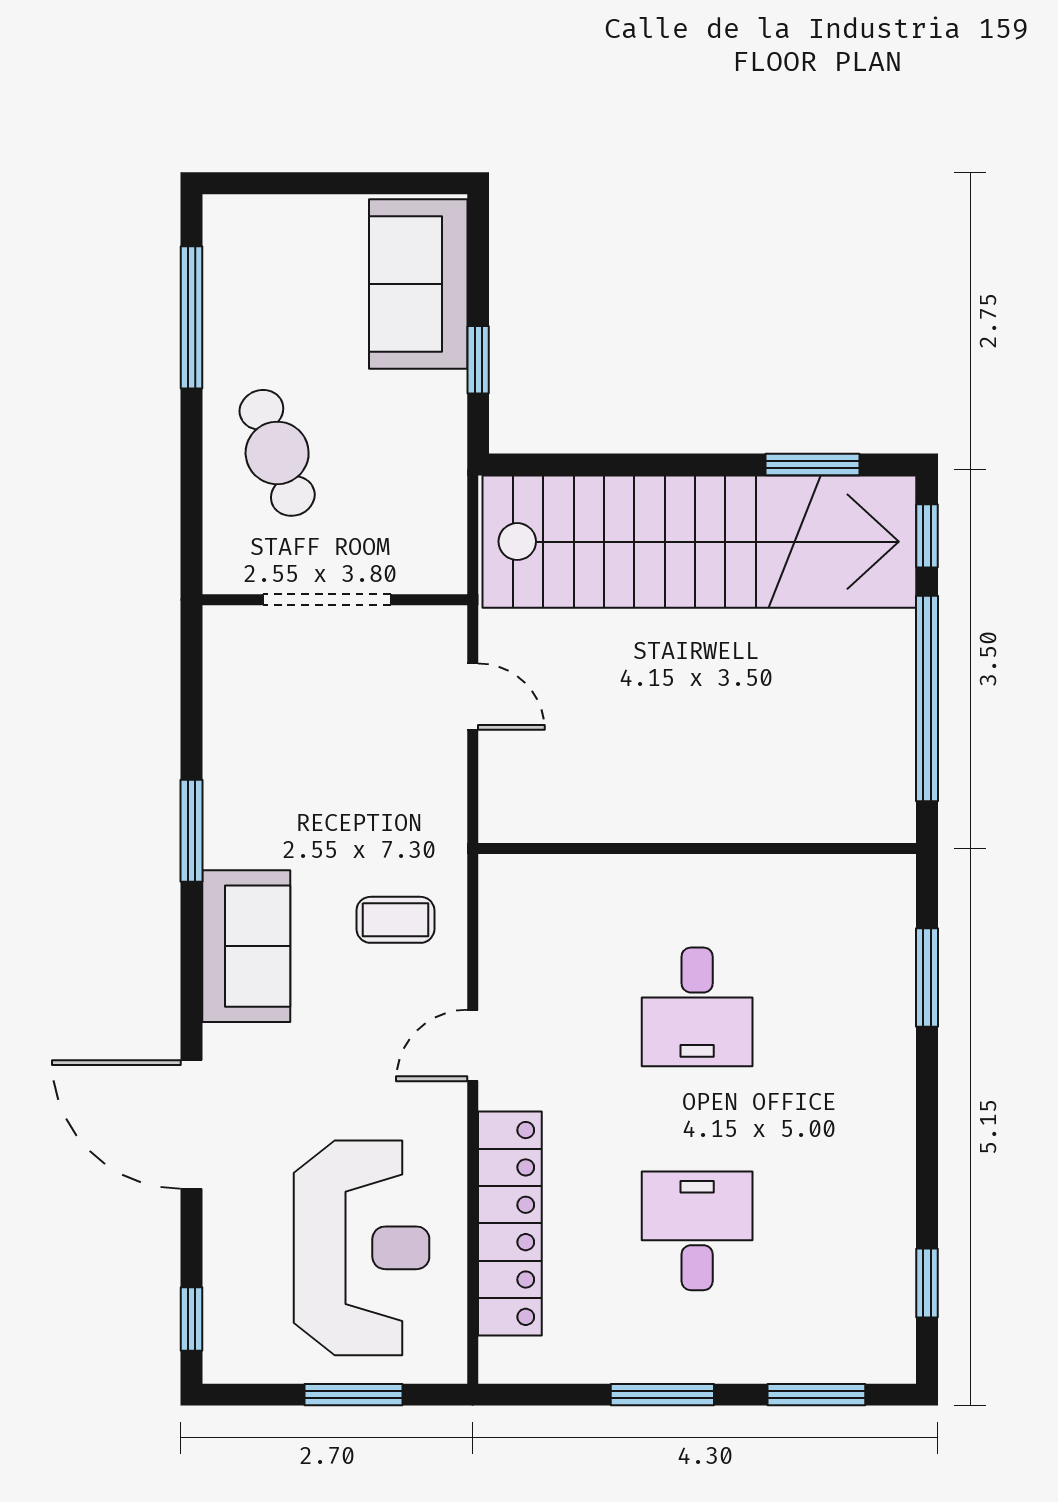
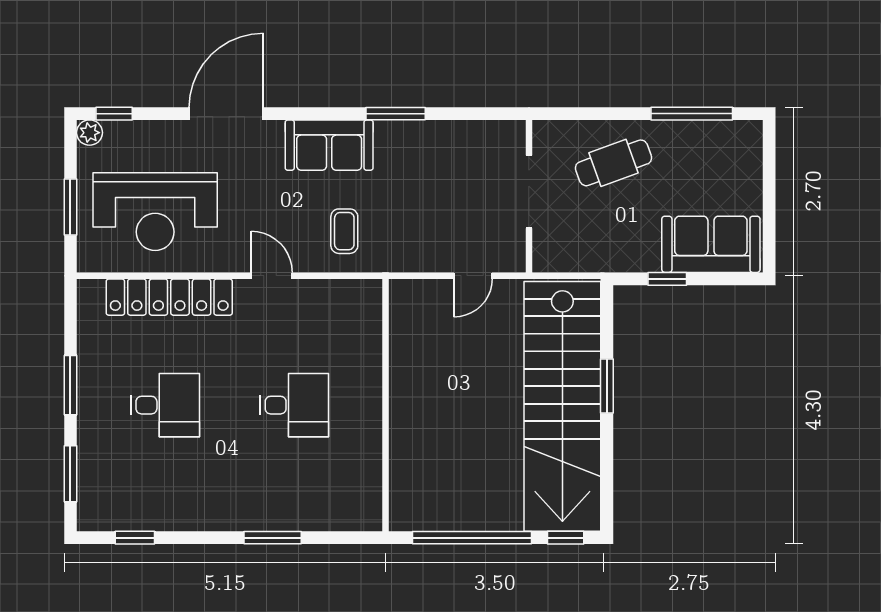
window: (813, 464) -> (607, 386), moved
window: (927, 977) -> (273, 538), moved
desk: (697, 1007) -> (294, 405), turned 180
plant: (224, 1362) -> (89, 133), added

